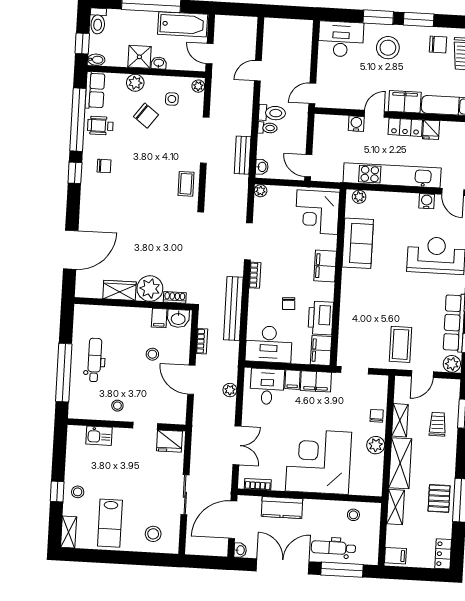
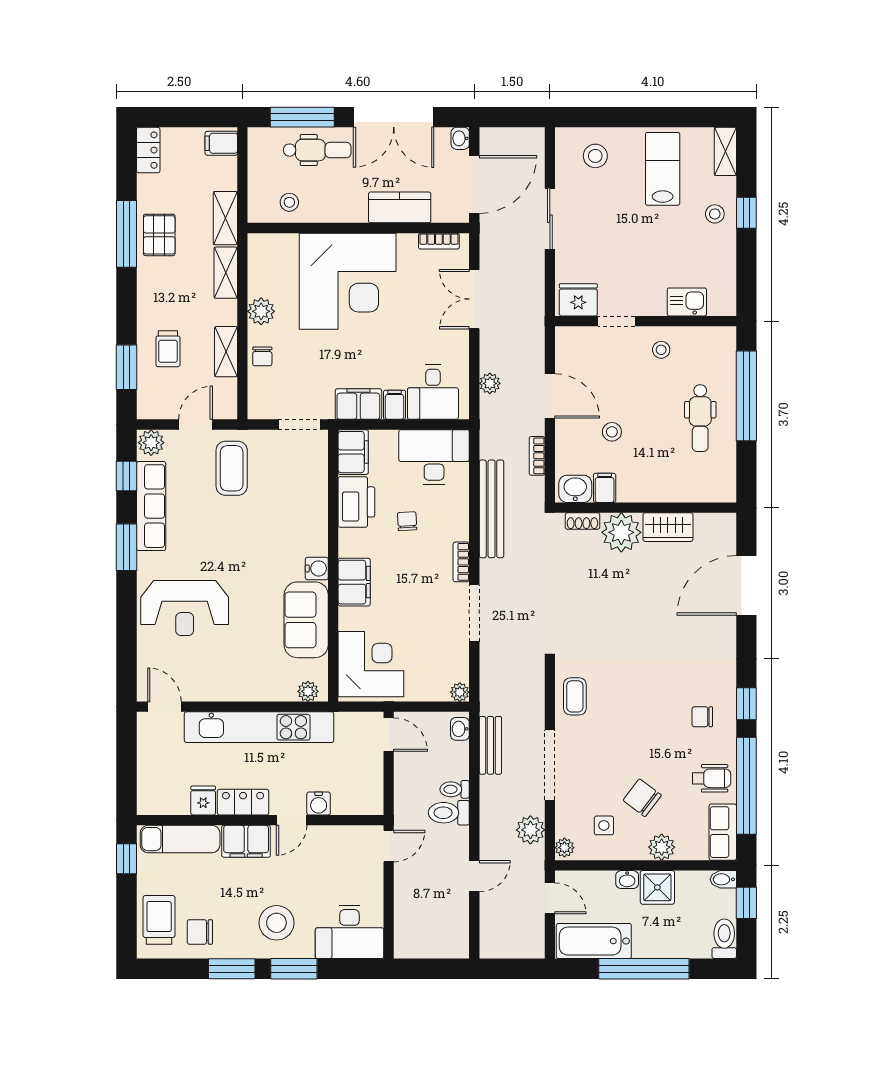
plant: (220, 99) -> (530, 830), added
water cooler: (427, 201) -> (317, 568), moved, turned -90
shelving: (400, 463) -> (226, 273), width x0.67, depth x0.75

